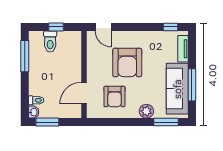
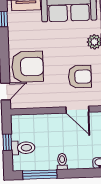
armchair: (127, 63) -> (28, 67), moved
toilet: (36, 100) -> (62, 162), moved

